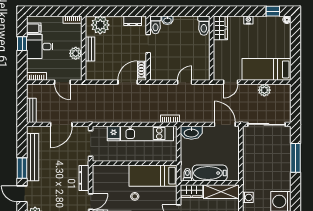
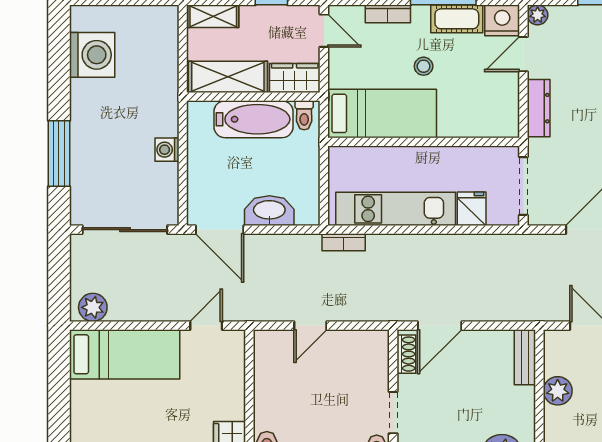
bench: (90, 49) -> (525, 357), moved
plant: (264, 90) -> (93, 307), moved
washbasin: (191, 133) -> (269, 211), moved
washing machine: (248, 197) -> (167, 150), moved

